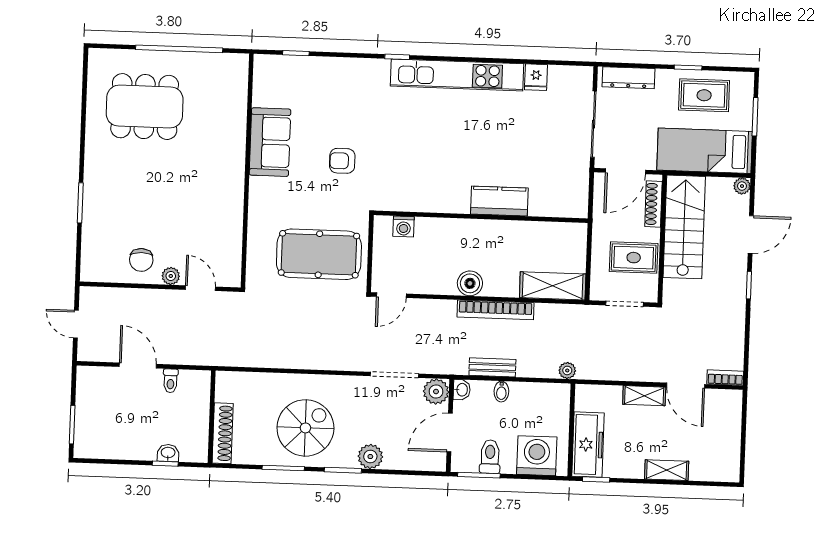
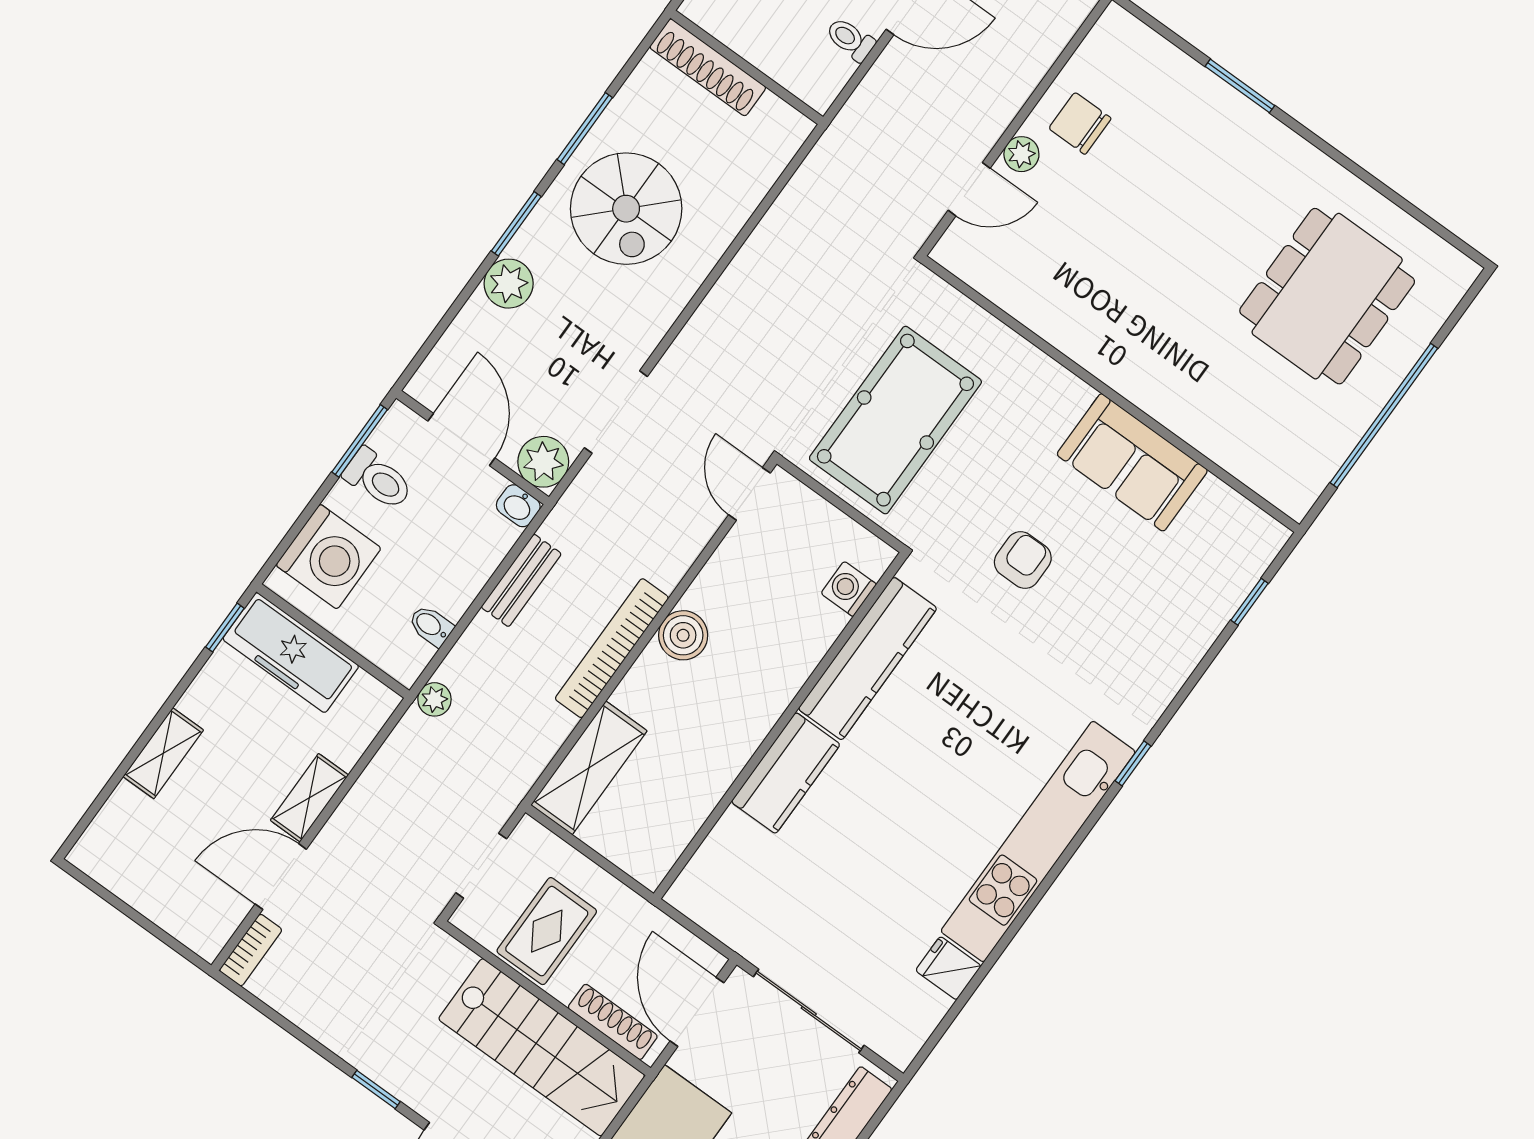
kitchen counter: (428, 199) -> (868, 659), added
bidet: (501, 392) -> (431, 626), moved

